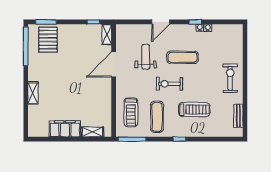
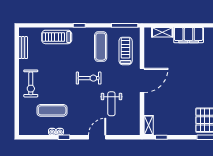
exercise mat: (183, 57) -> (52, 110), moved
door: (114, 65) -> (142, 80), moved
treadmill: (194, 110) -> (57, 37), moved

